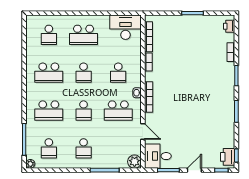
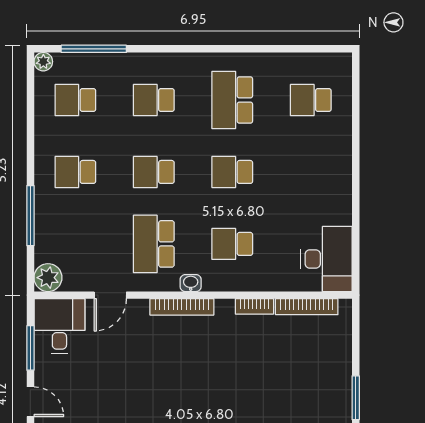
school desk: (84, 35) -> (311, 172), removed
school desk: (49, 111) -> (154, 100), width x0.54

